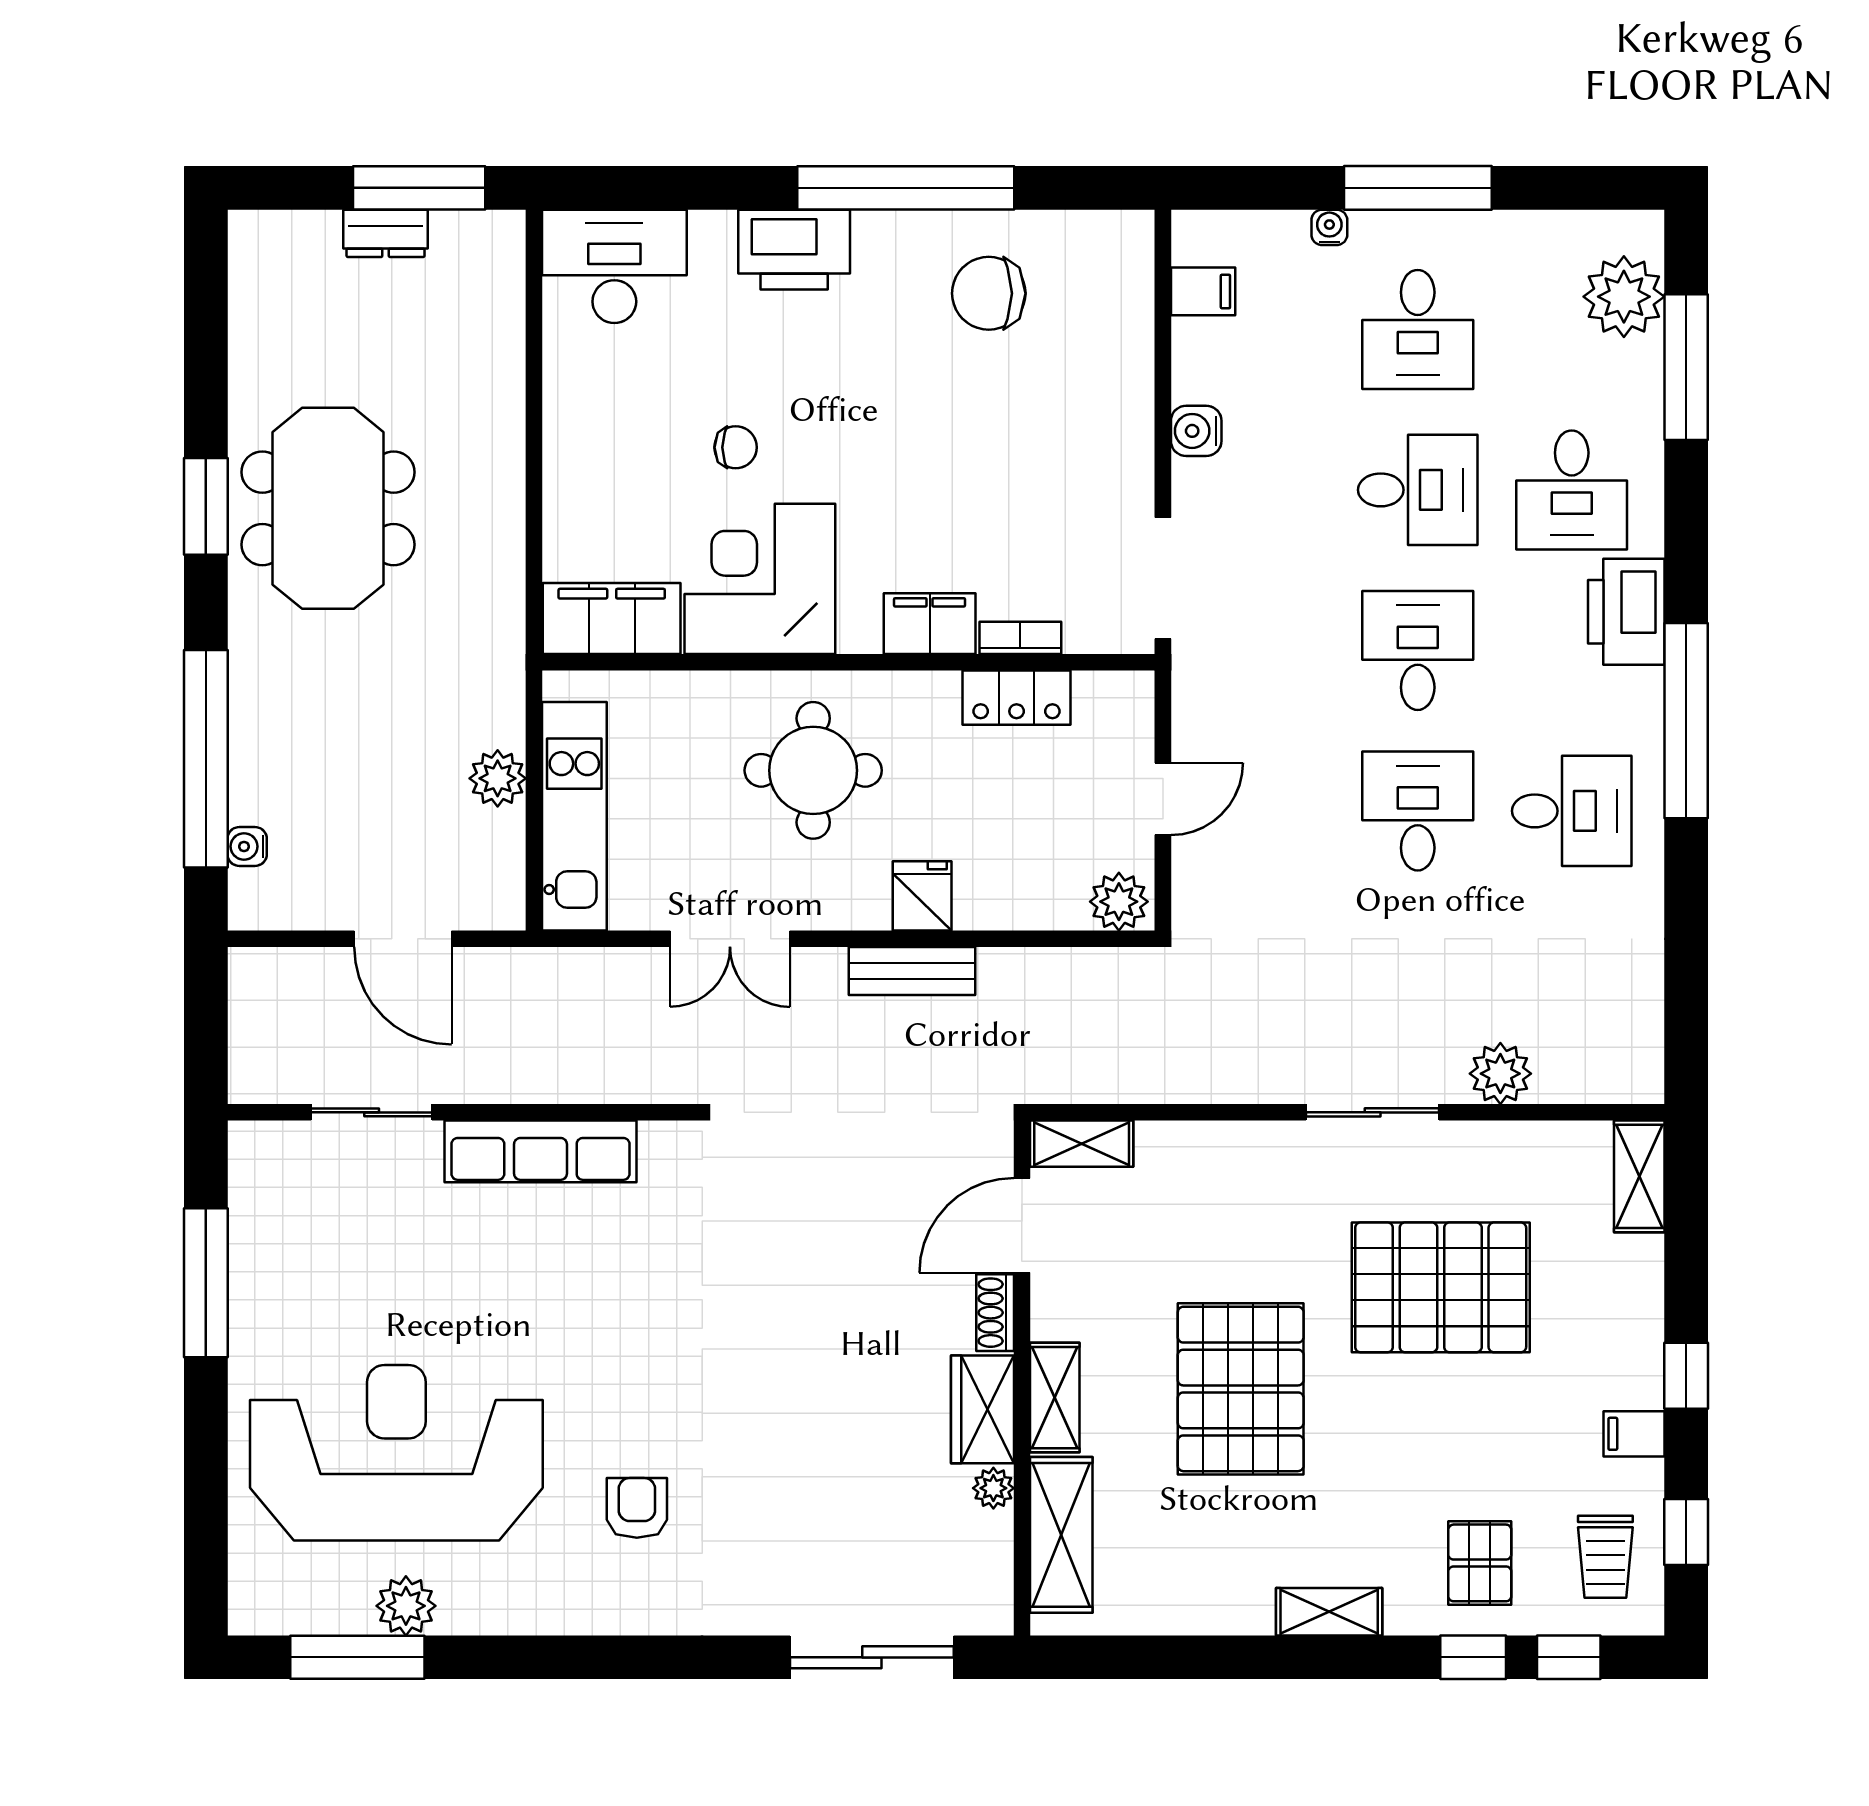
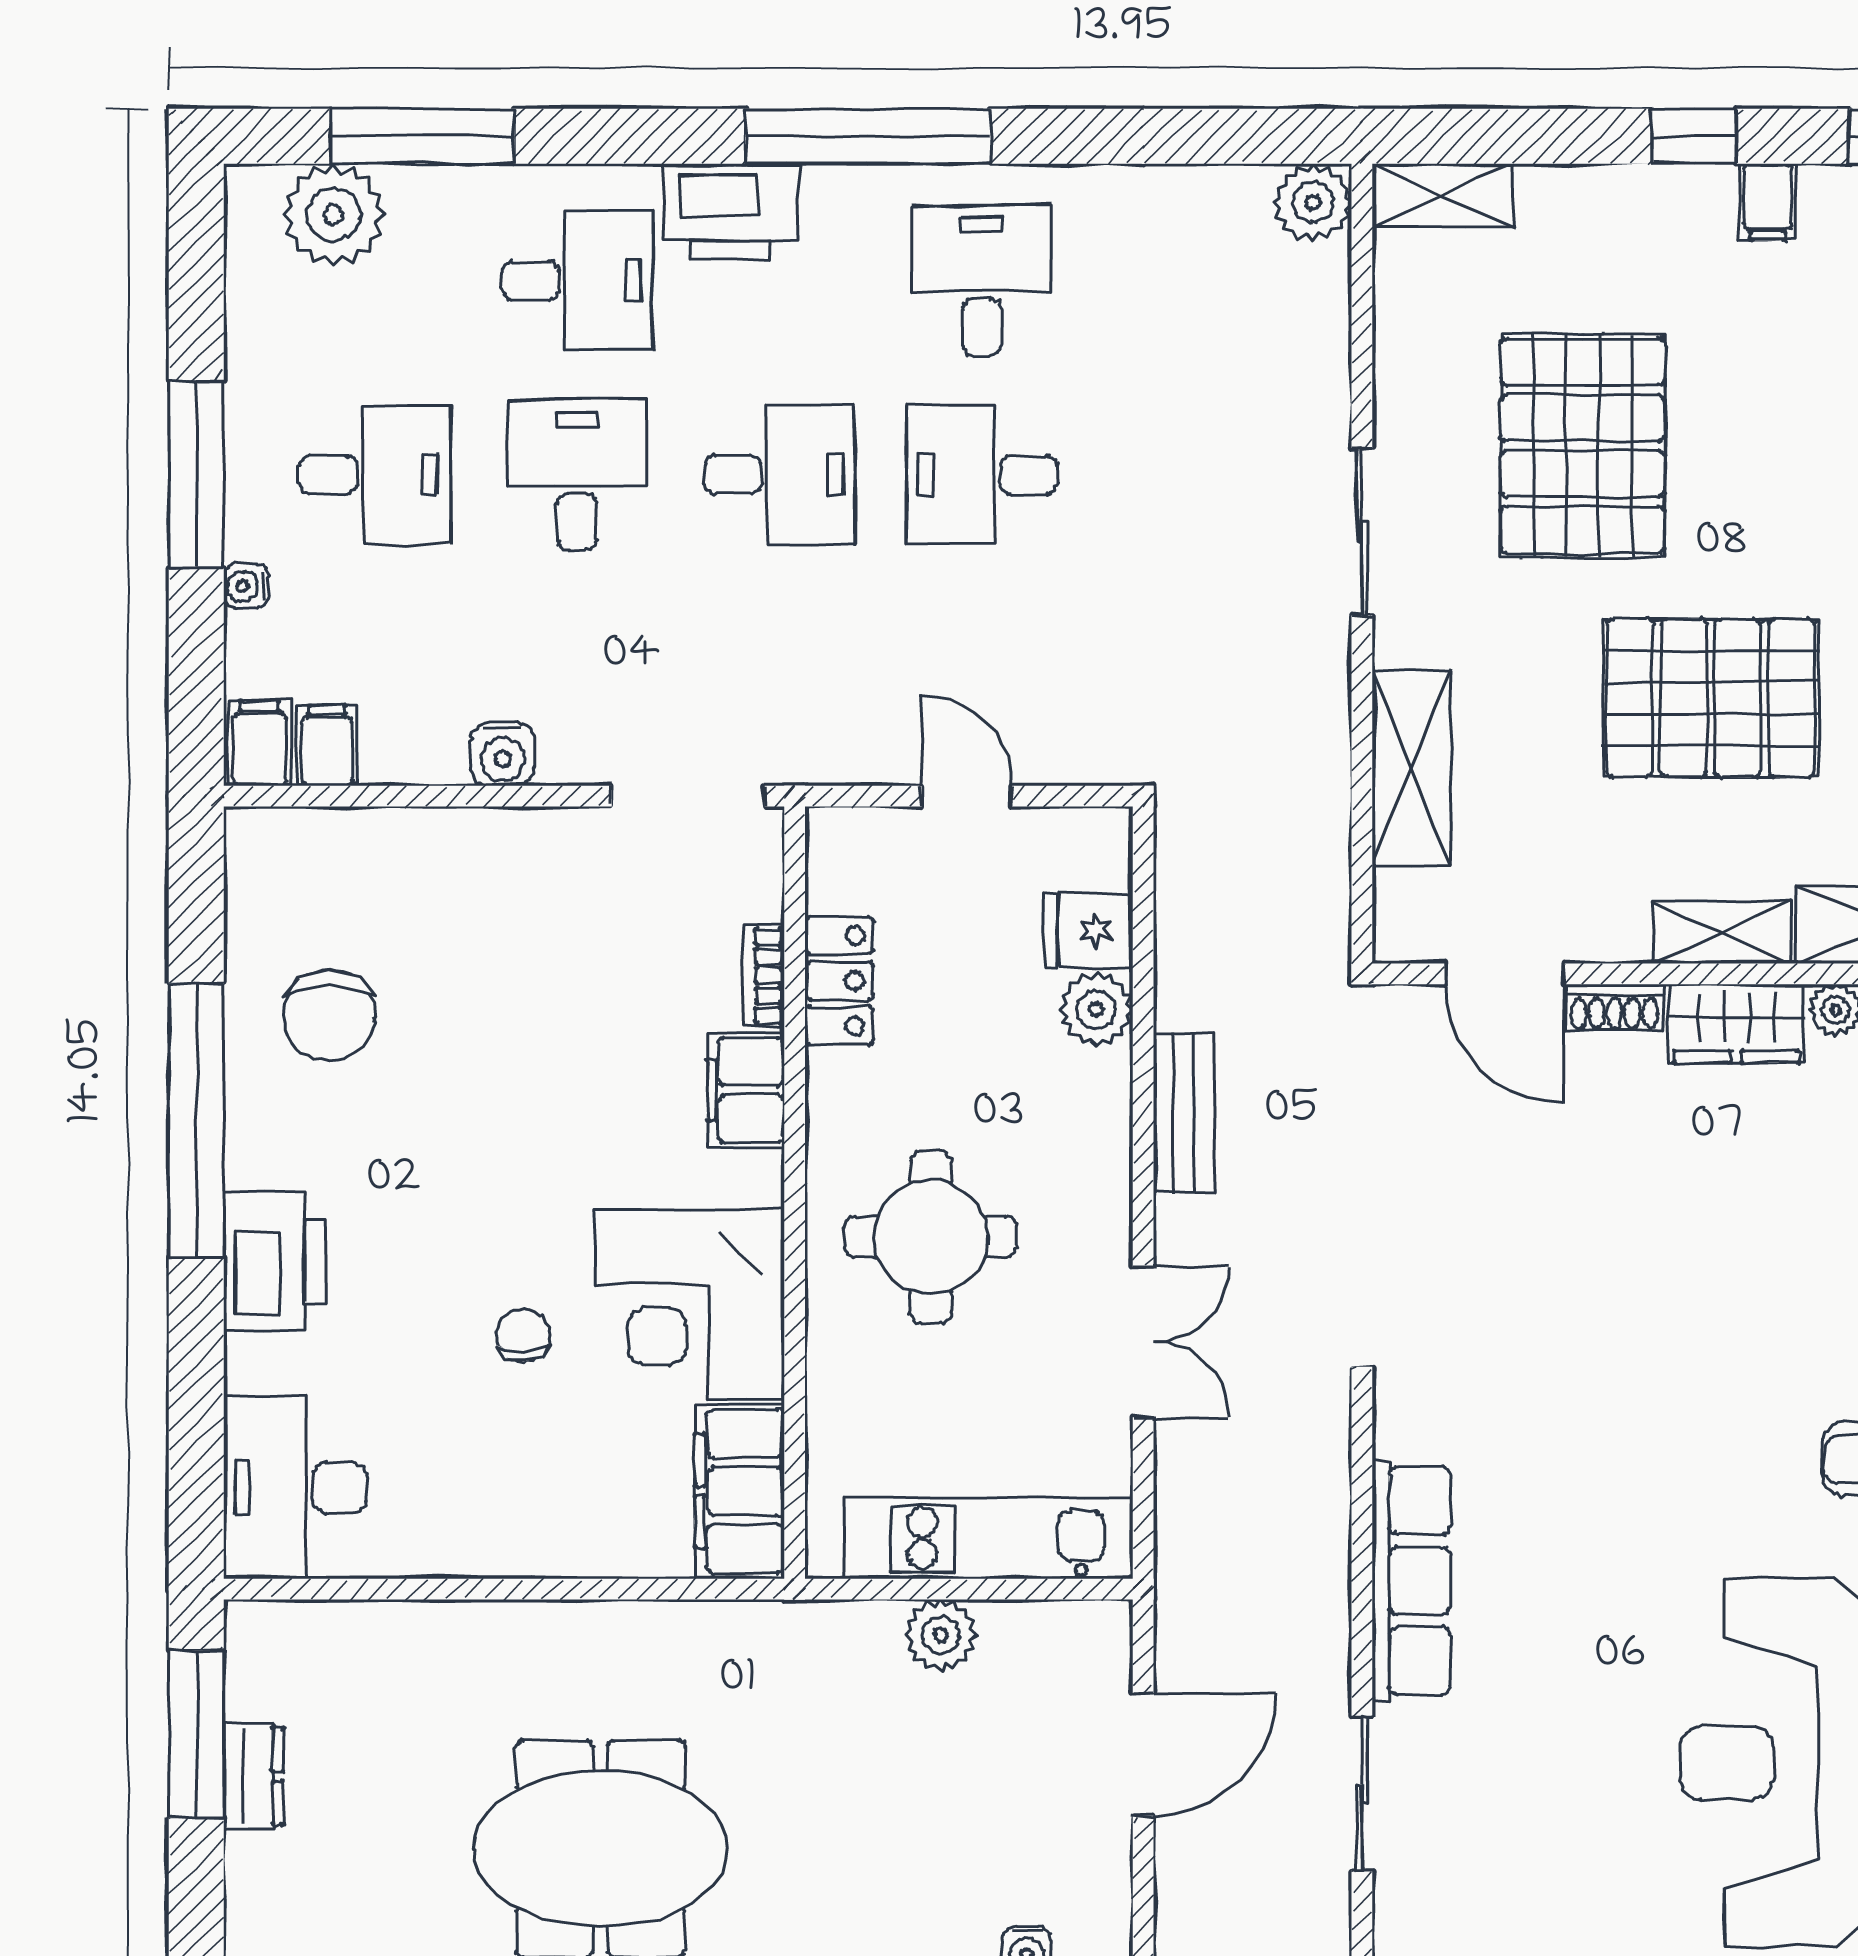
filing cabinet: (1205, 238) -> (259, 743), added
desk: (1418, 650) -> (779, 475), turned 180
fridge: (922, 896) -> (1089, 931), moved
plant: (1119, 902) -> (1096, 1010), moved
plant: (1500, 1074) -> (1313, 202), moved
shelving: (1082, 1144) -> (1411, 768), moved, width x1.50, depth x1.33

